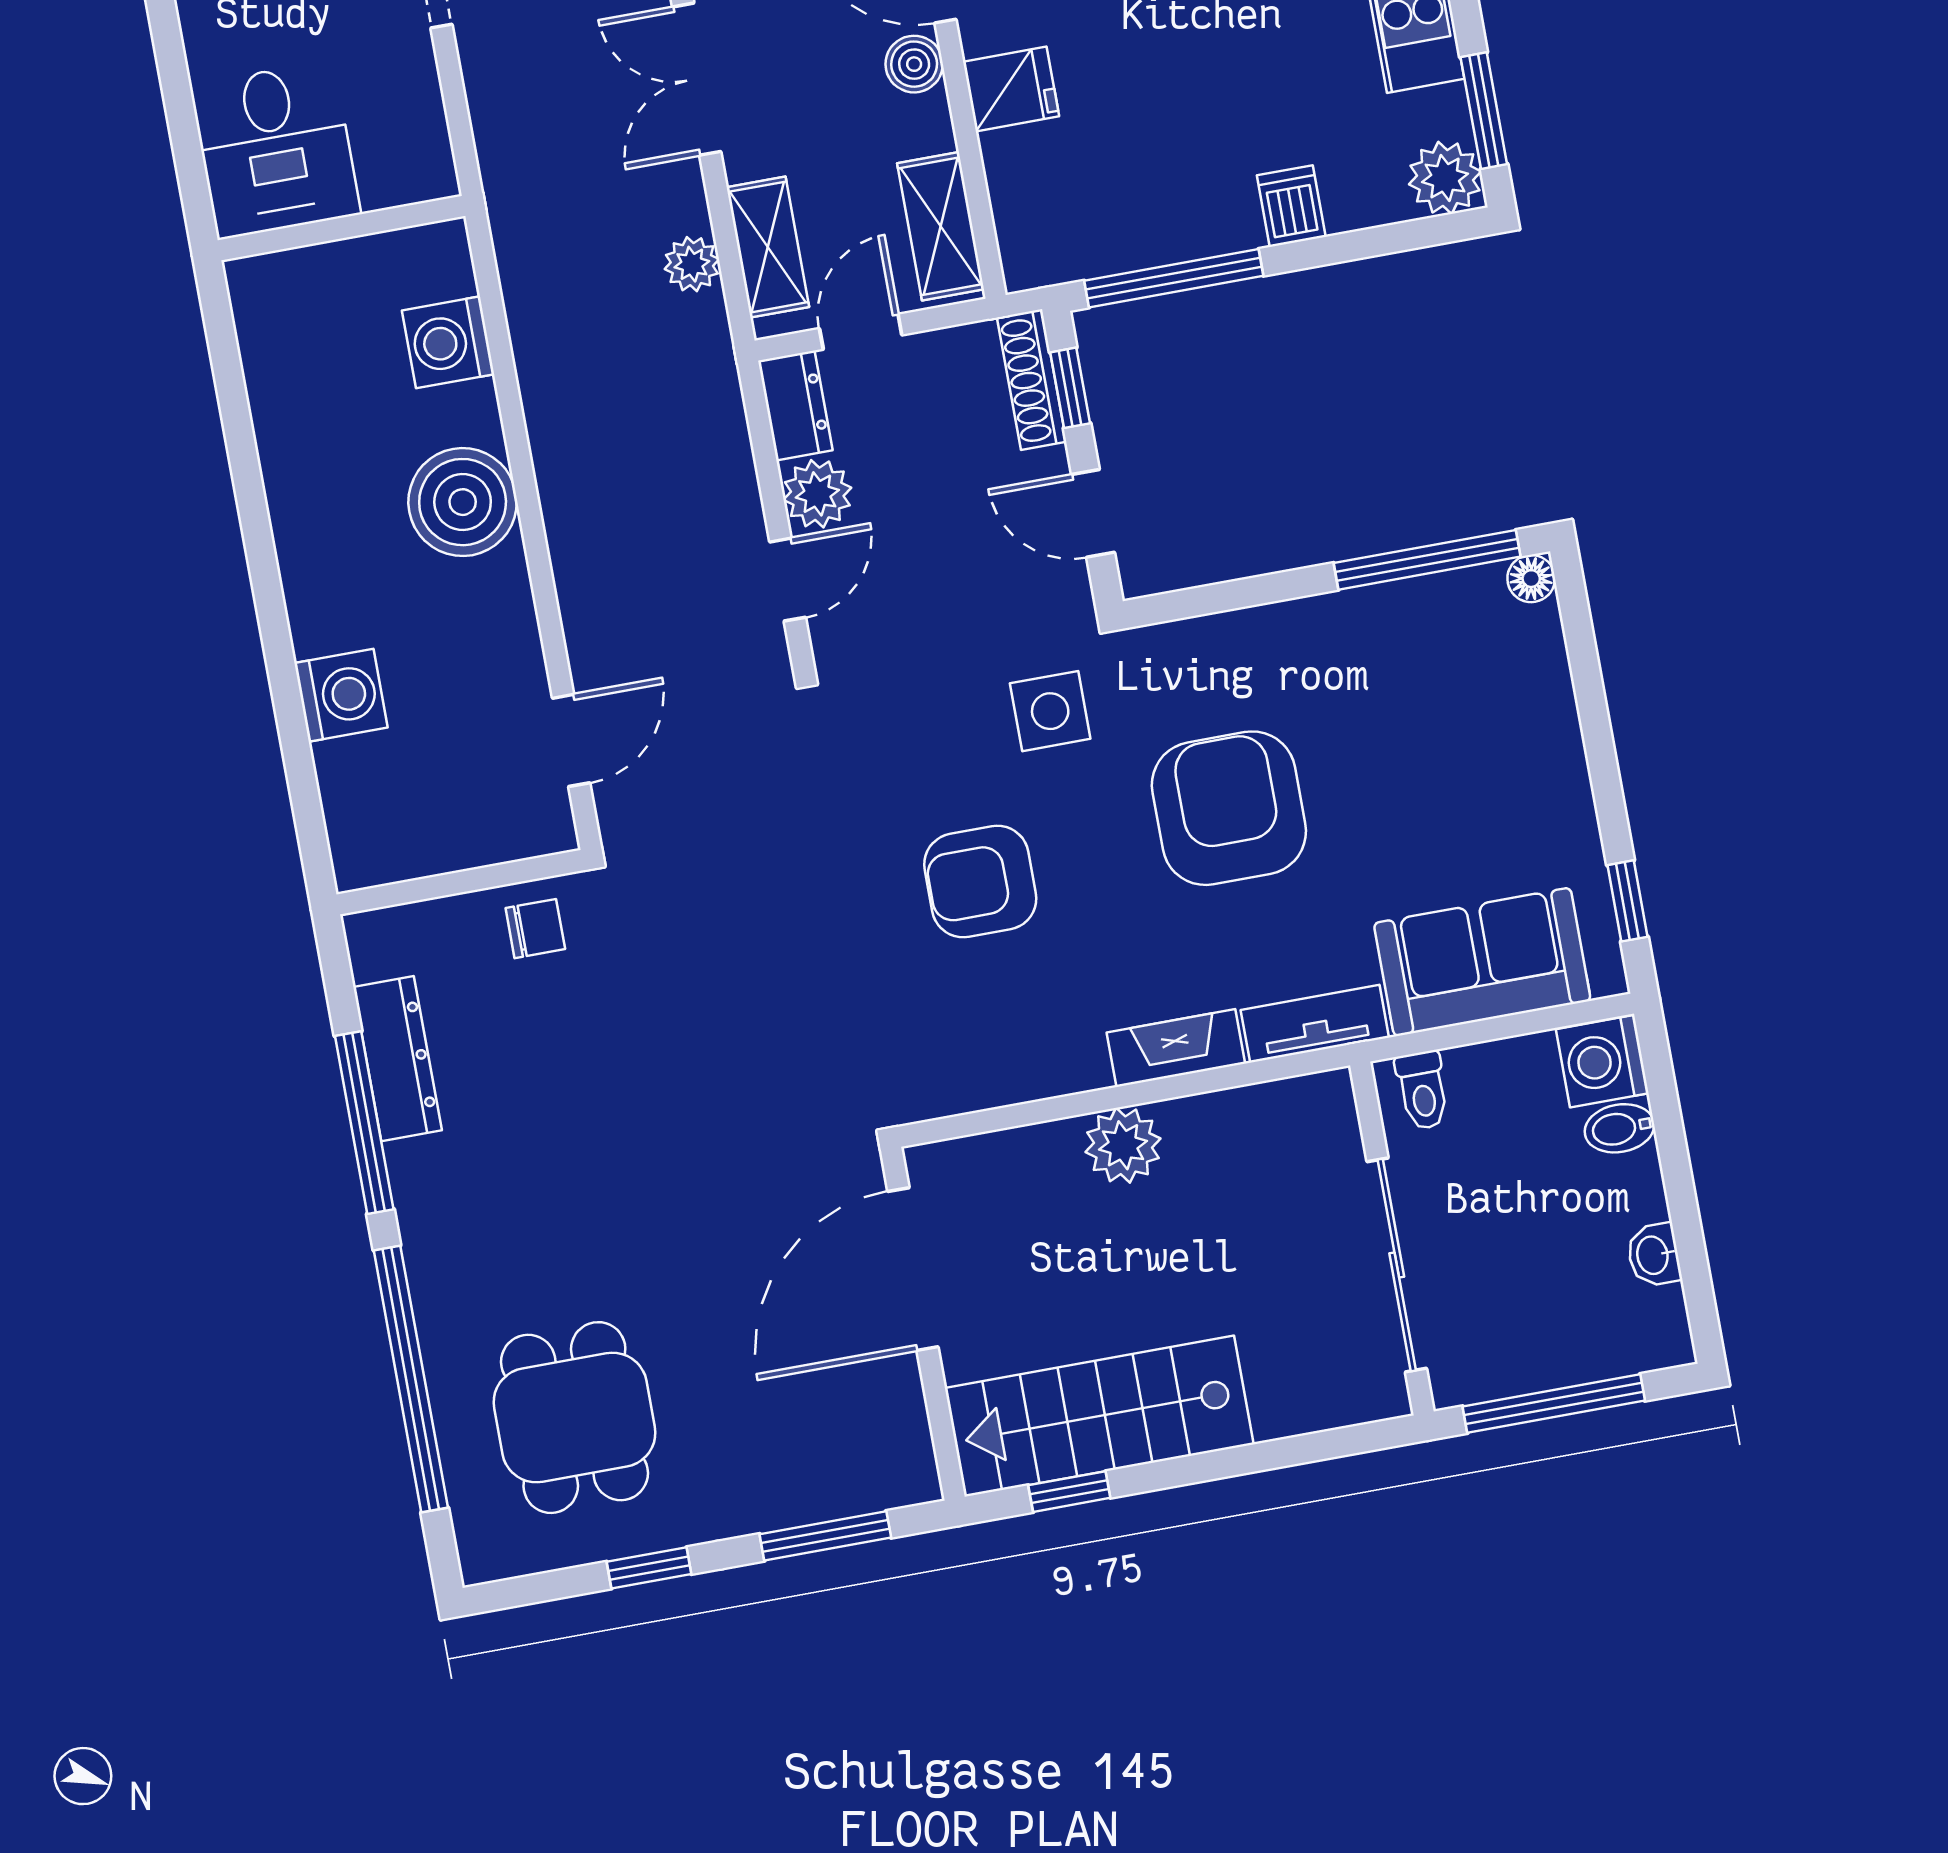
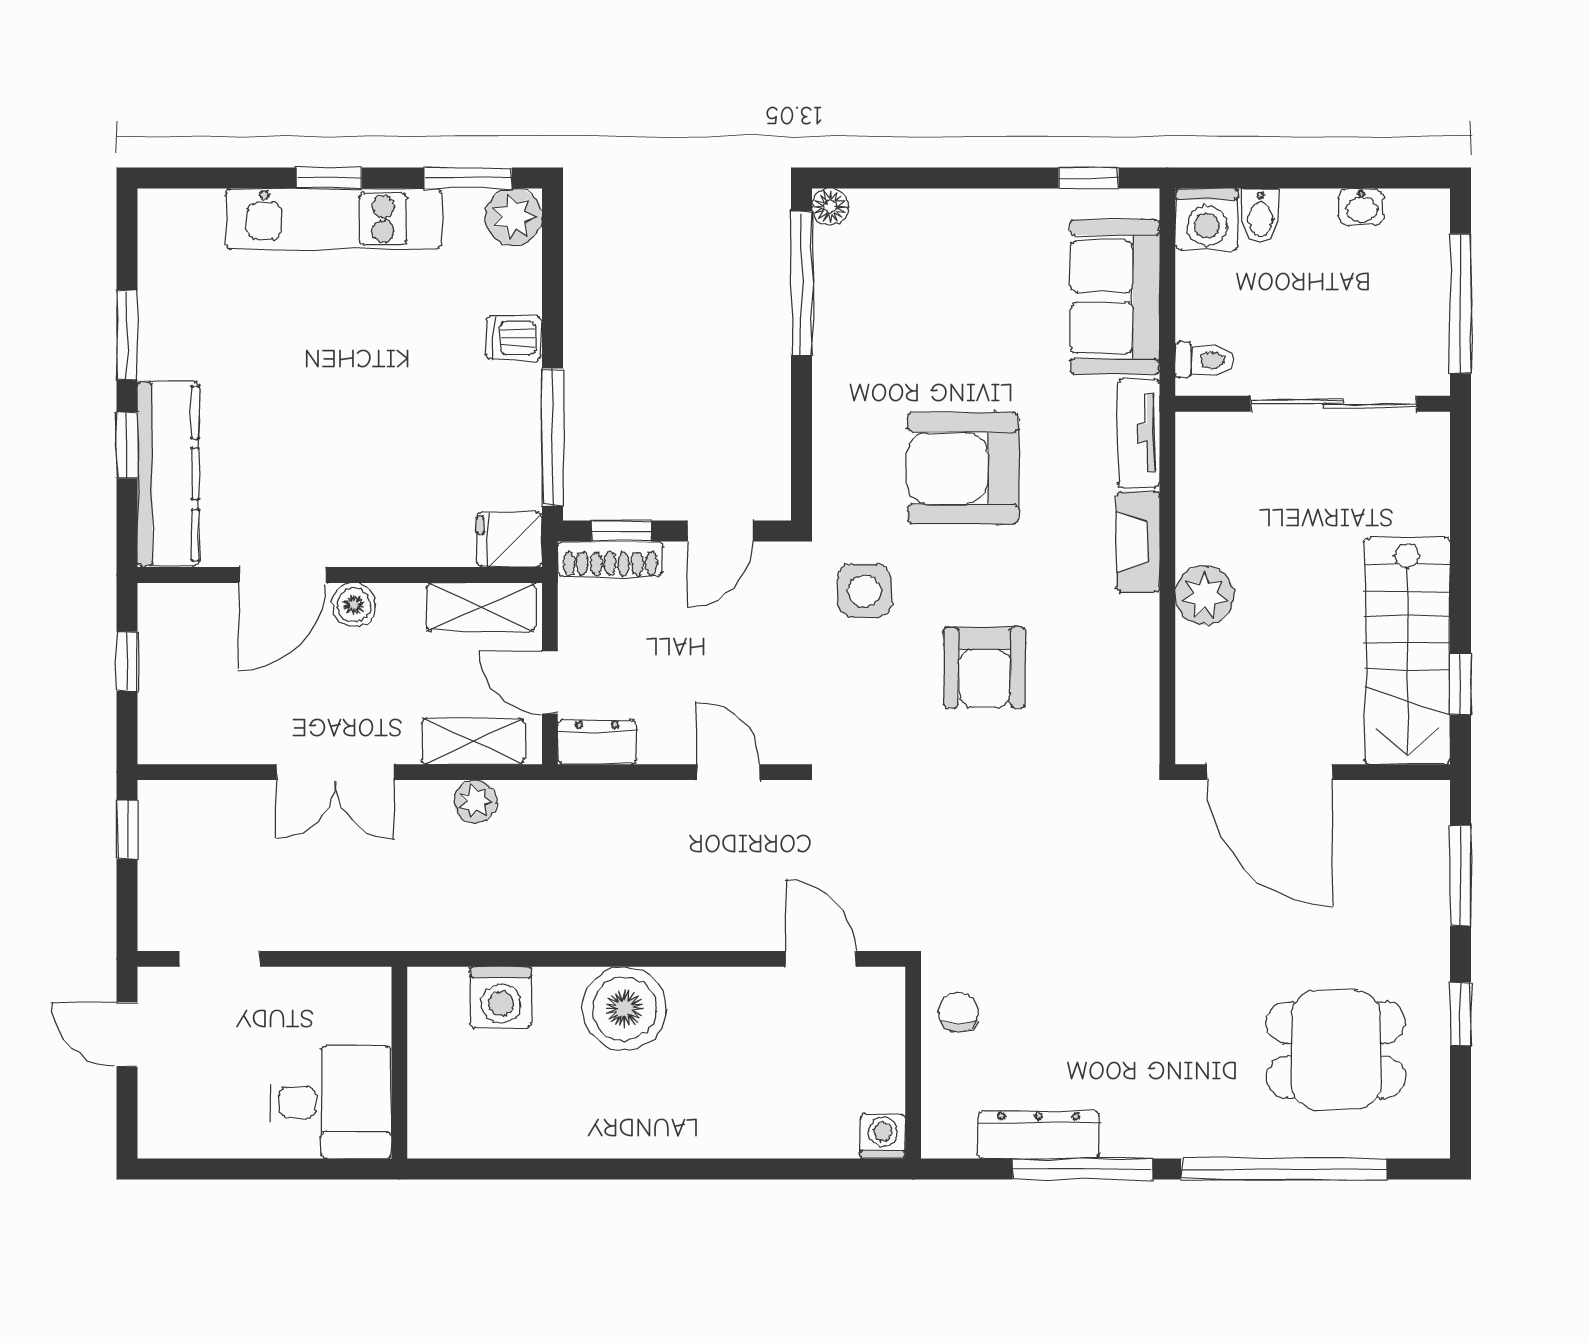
fridge: (1011, 89) -> (509, 540), moved, turned -90
plant: (817, 494) -> (667, 738), removed
washing machine: (341, 695) -> (883, 1136), moved, width x0.73, depth x0.73

